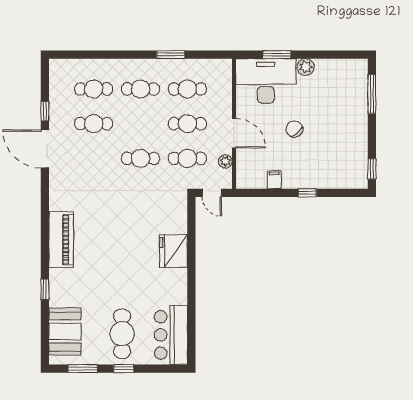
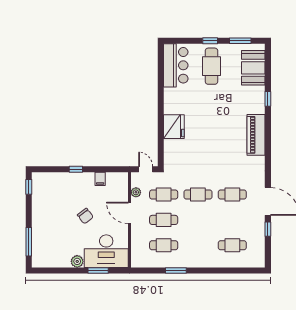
cafe table: (140, 89) -> (198, 245), removed
cafe table: (94, 124) -> (232, 195), moved

